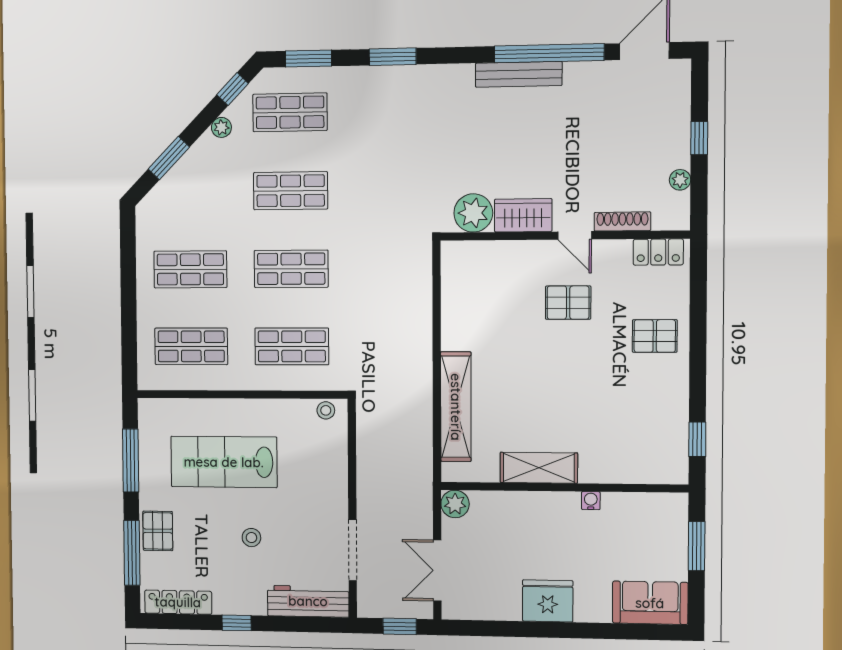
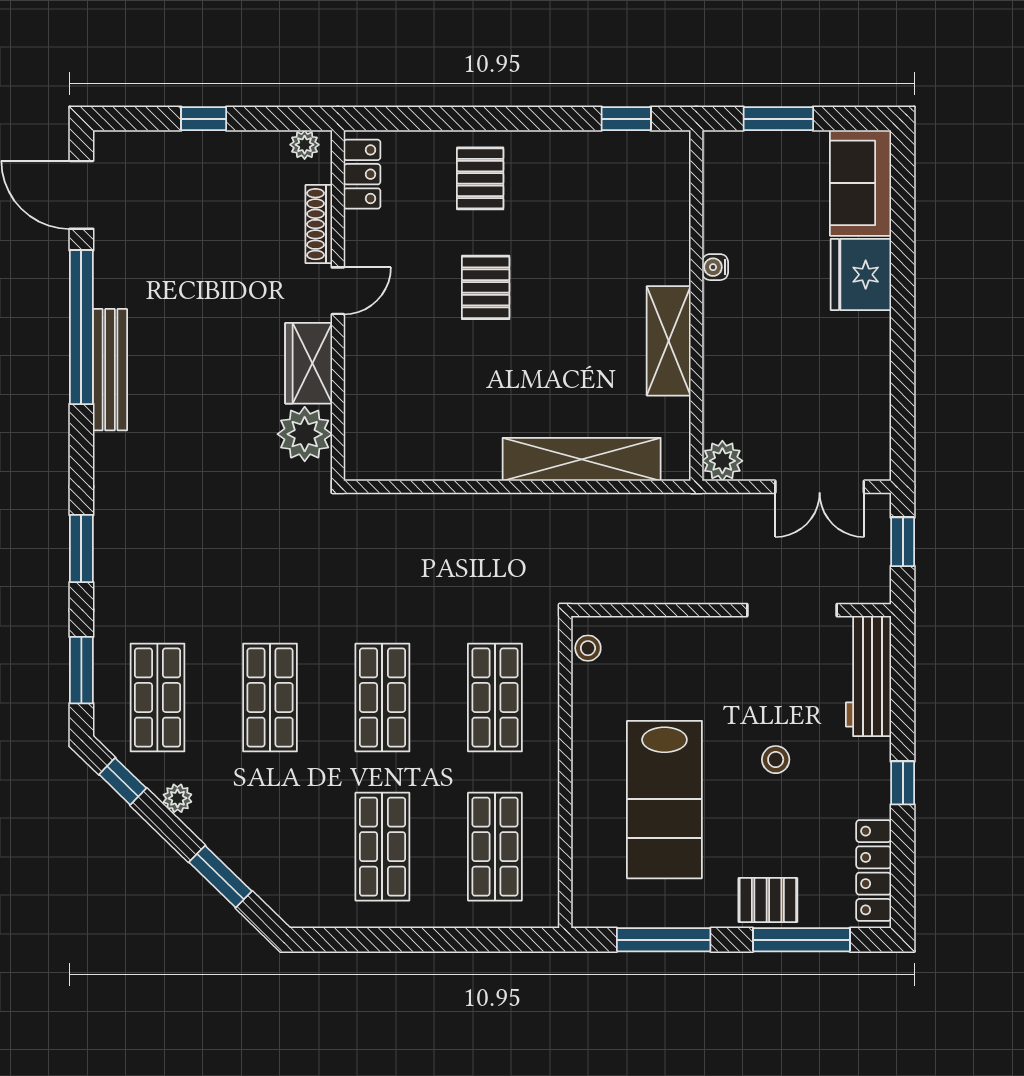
plant: (680, 180) -> (305, 145), moved
pallet: (568, 303) -> (486, 287), moved
fridge: (548, 601) -> (861, 275), moved

